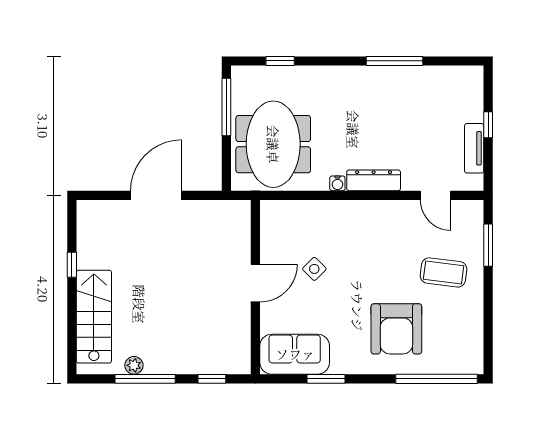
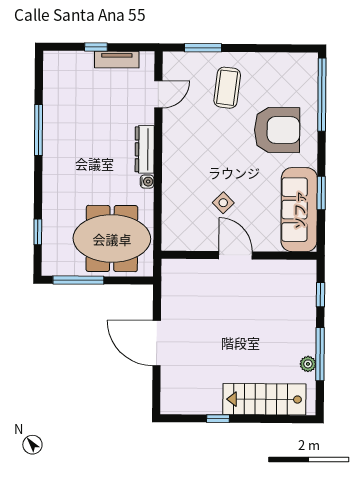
sofa: (295, 354) -> (299, 210), width x1.36

